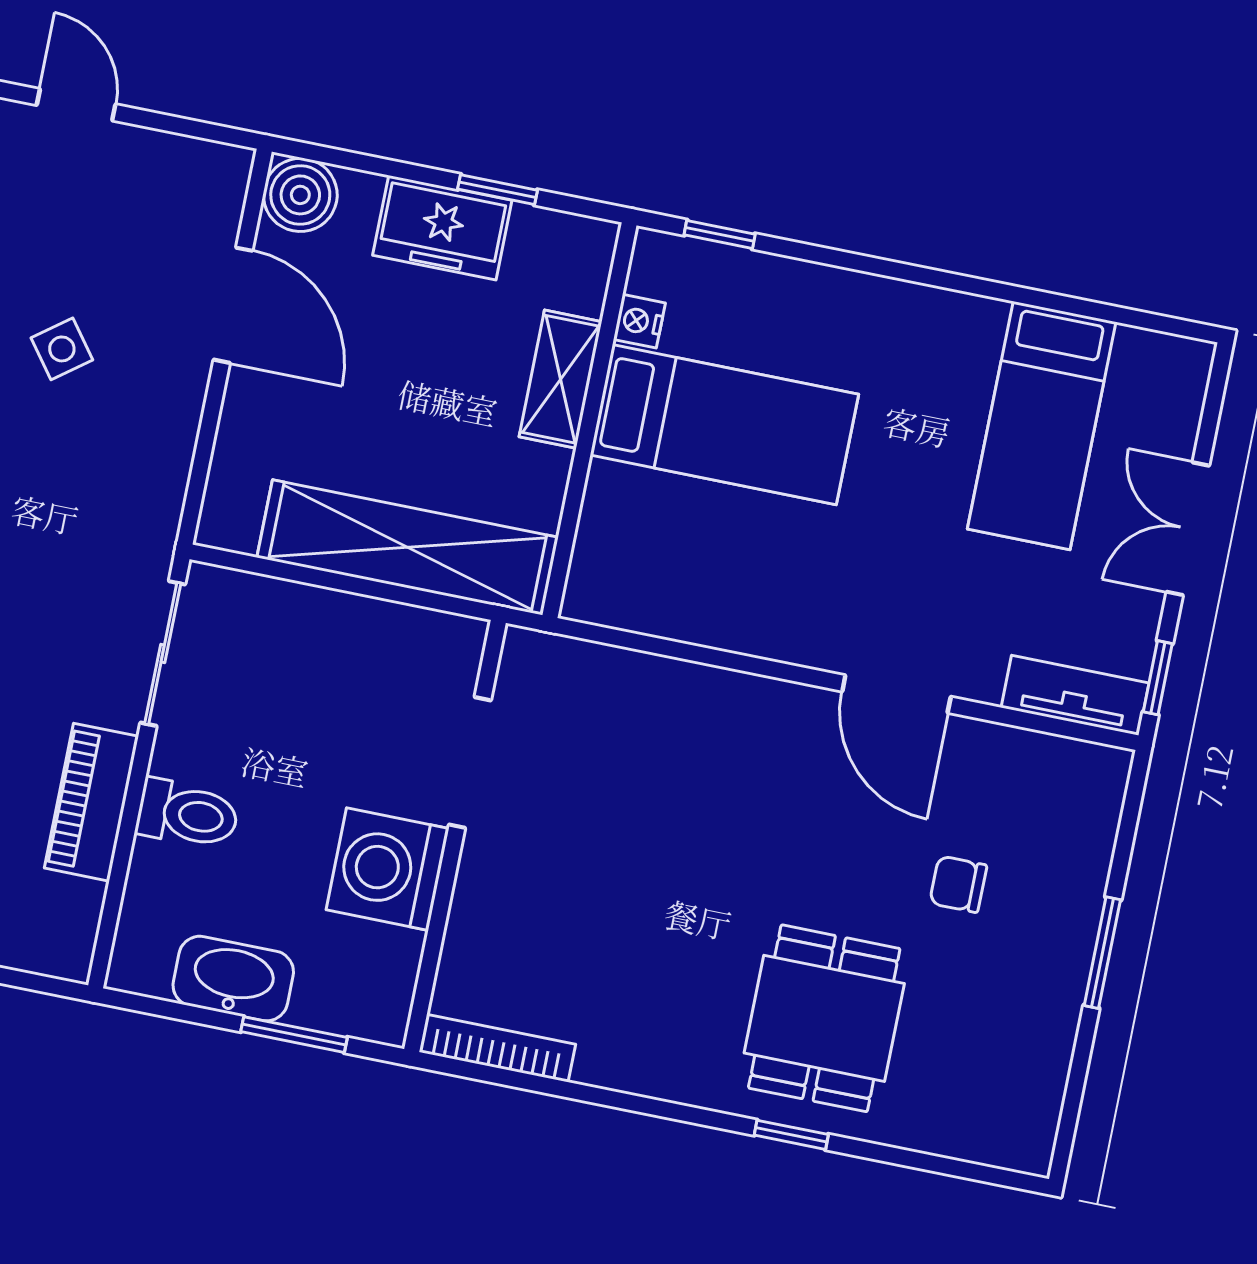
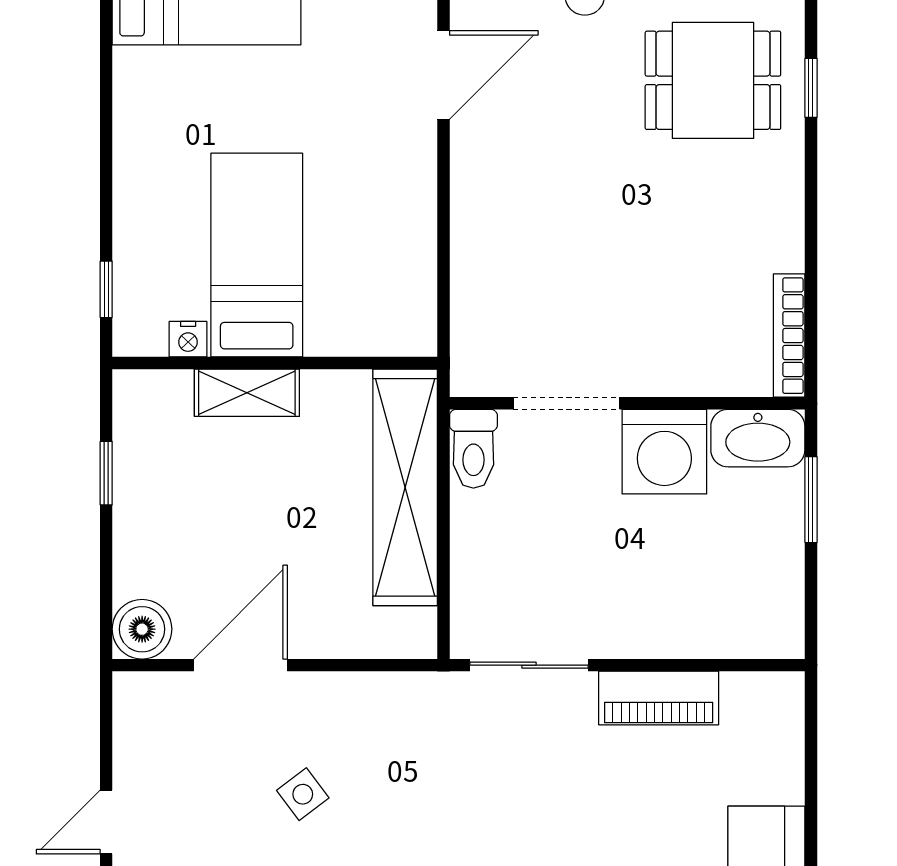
freezer: (442, 228) -> (145, 511), removed
toilet: (188, 814) -> (473, 449), moved, turned 180
washbasin: (233, 979) -> (758, 438), moved, turned -90

